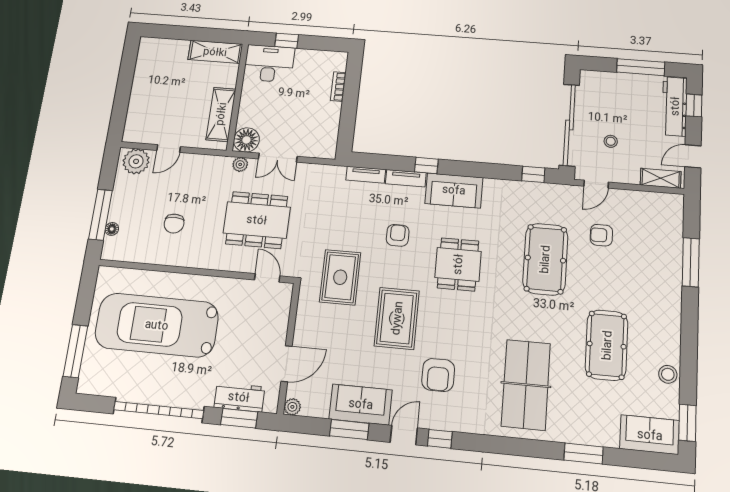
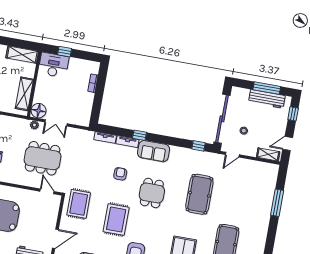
workbench: (675, 106) -> (267, 99), moved, turned -90
armchair: (601, 235) -> (231, 184), removed
rug: (340, 277) -> (79, 204), moved

